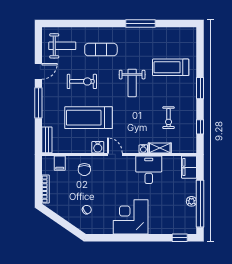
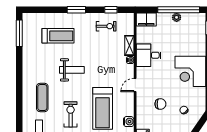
window: (140, 23) -> (19, 33), moved
treadmill: (171, 67) -> (58, 36), turned -90
exercise bike: (169, 118) -> (106, 26), moved
water cooler: (98, 147) -> (129, 122), moved
chair: (84, 170) -> (160, 104), moved

